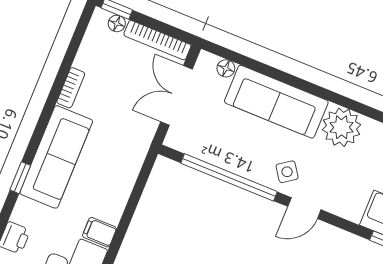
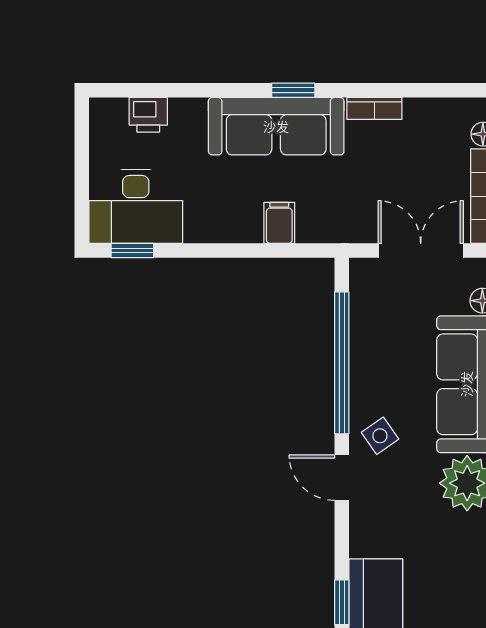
window: (20, 178) -> (293, 90), moved
filing cabinet: (99, 232) -> (279, 223), moved

